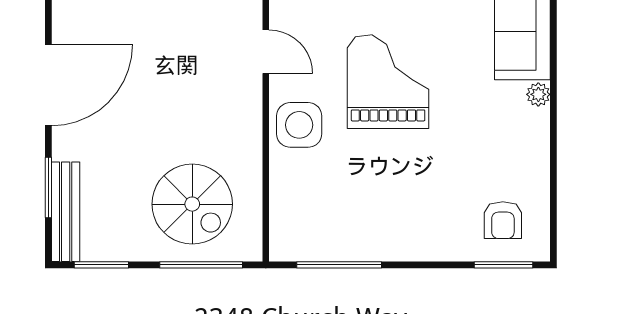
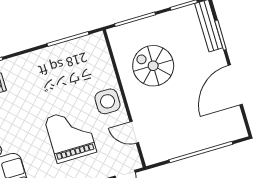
grand piano: (388, 82) -> (70, 135), turned 180
spiral stairs: (192, 204) -> (153, 66), moved

